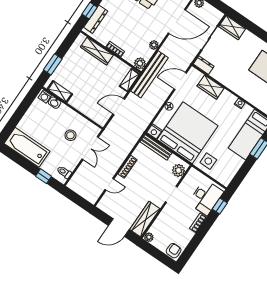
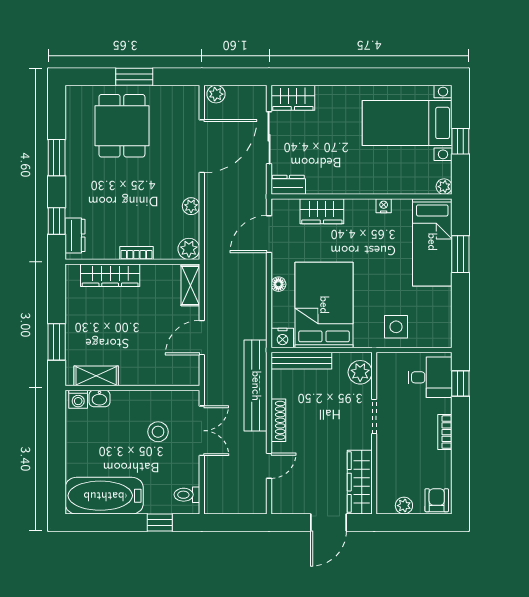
dresser: (96, 19) -> (75, 235), width x0.70
bench: (150, 74) -> (256, 386), moved
bed: (188, 133) -> (324, 305), width x0.73
desk: (206, 197) -> (430, 377), width x0.73
plant: (149, 237) -> (404, 506), moved

